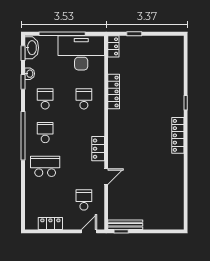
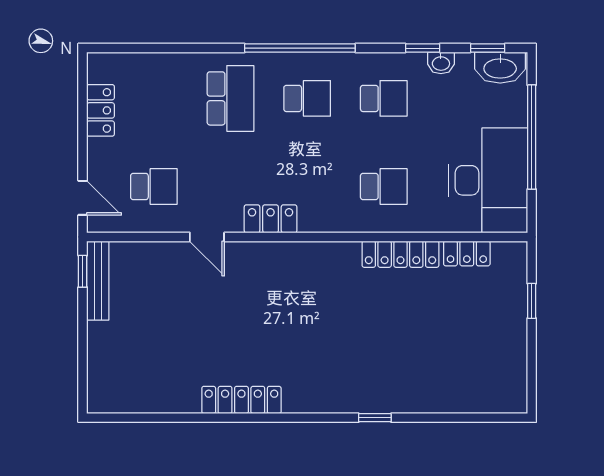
locker: (113, 46) -> (467, 253), moved
locker: (178, 135) -> (241, 400), moved

